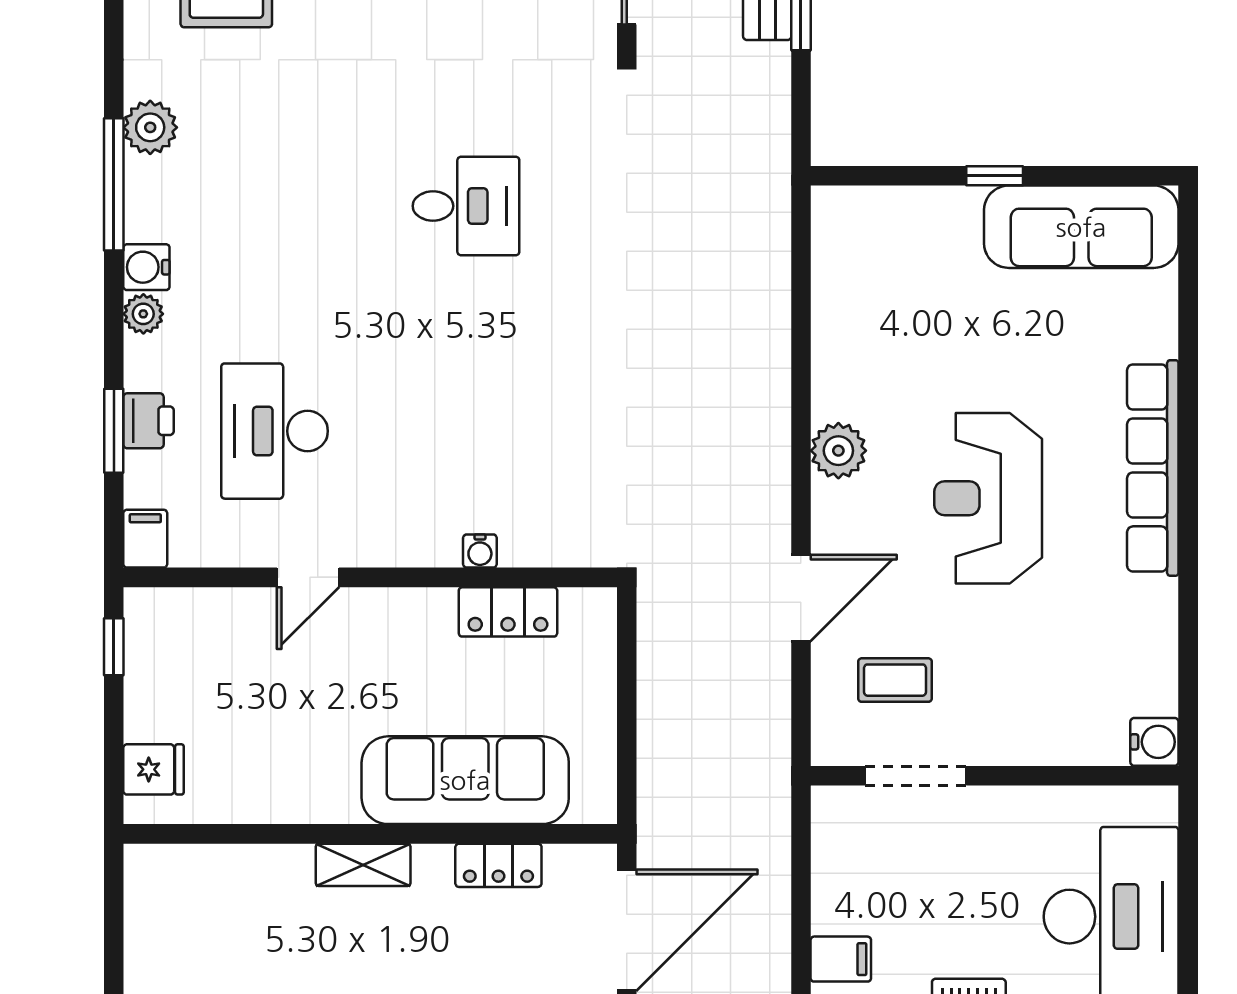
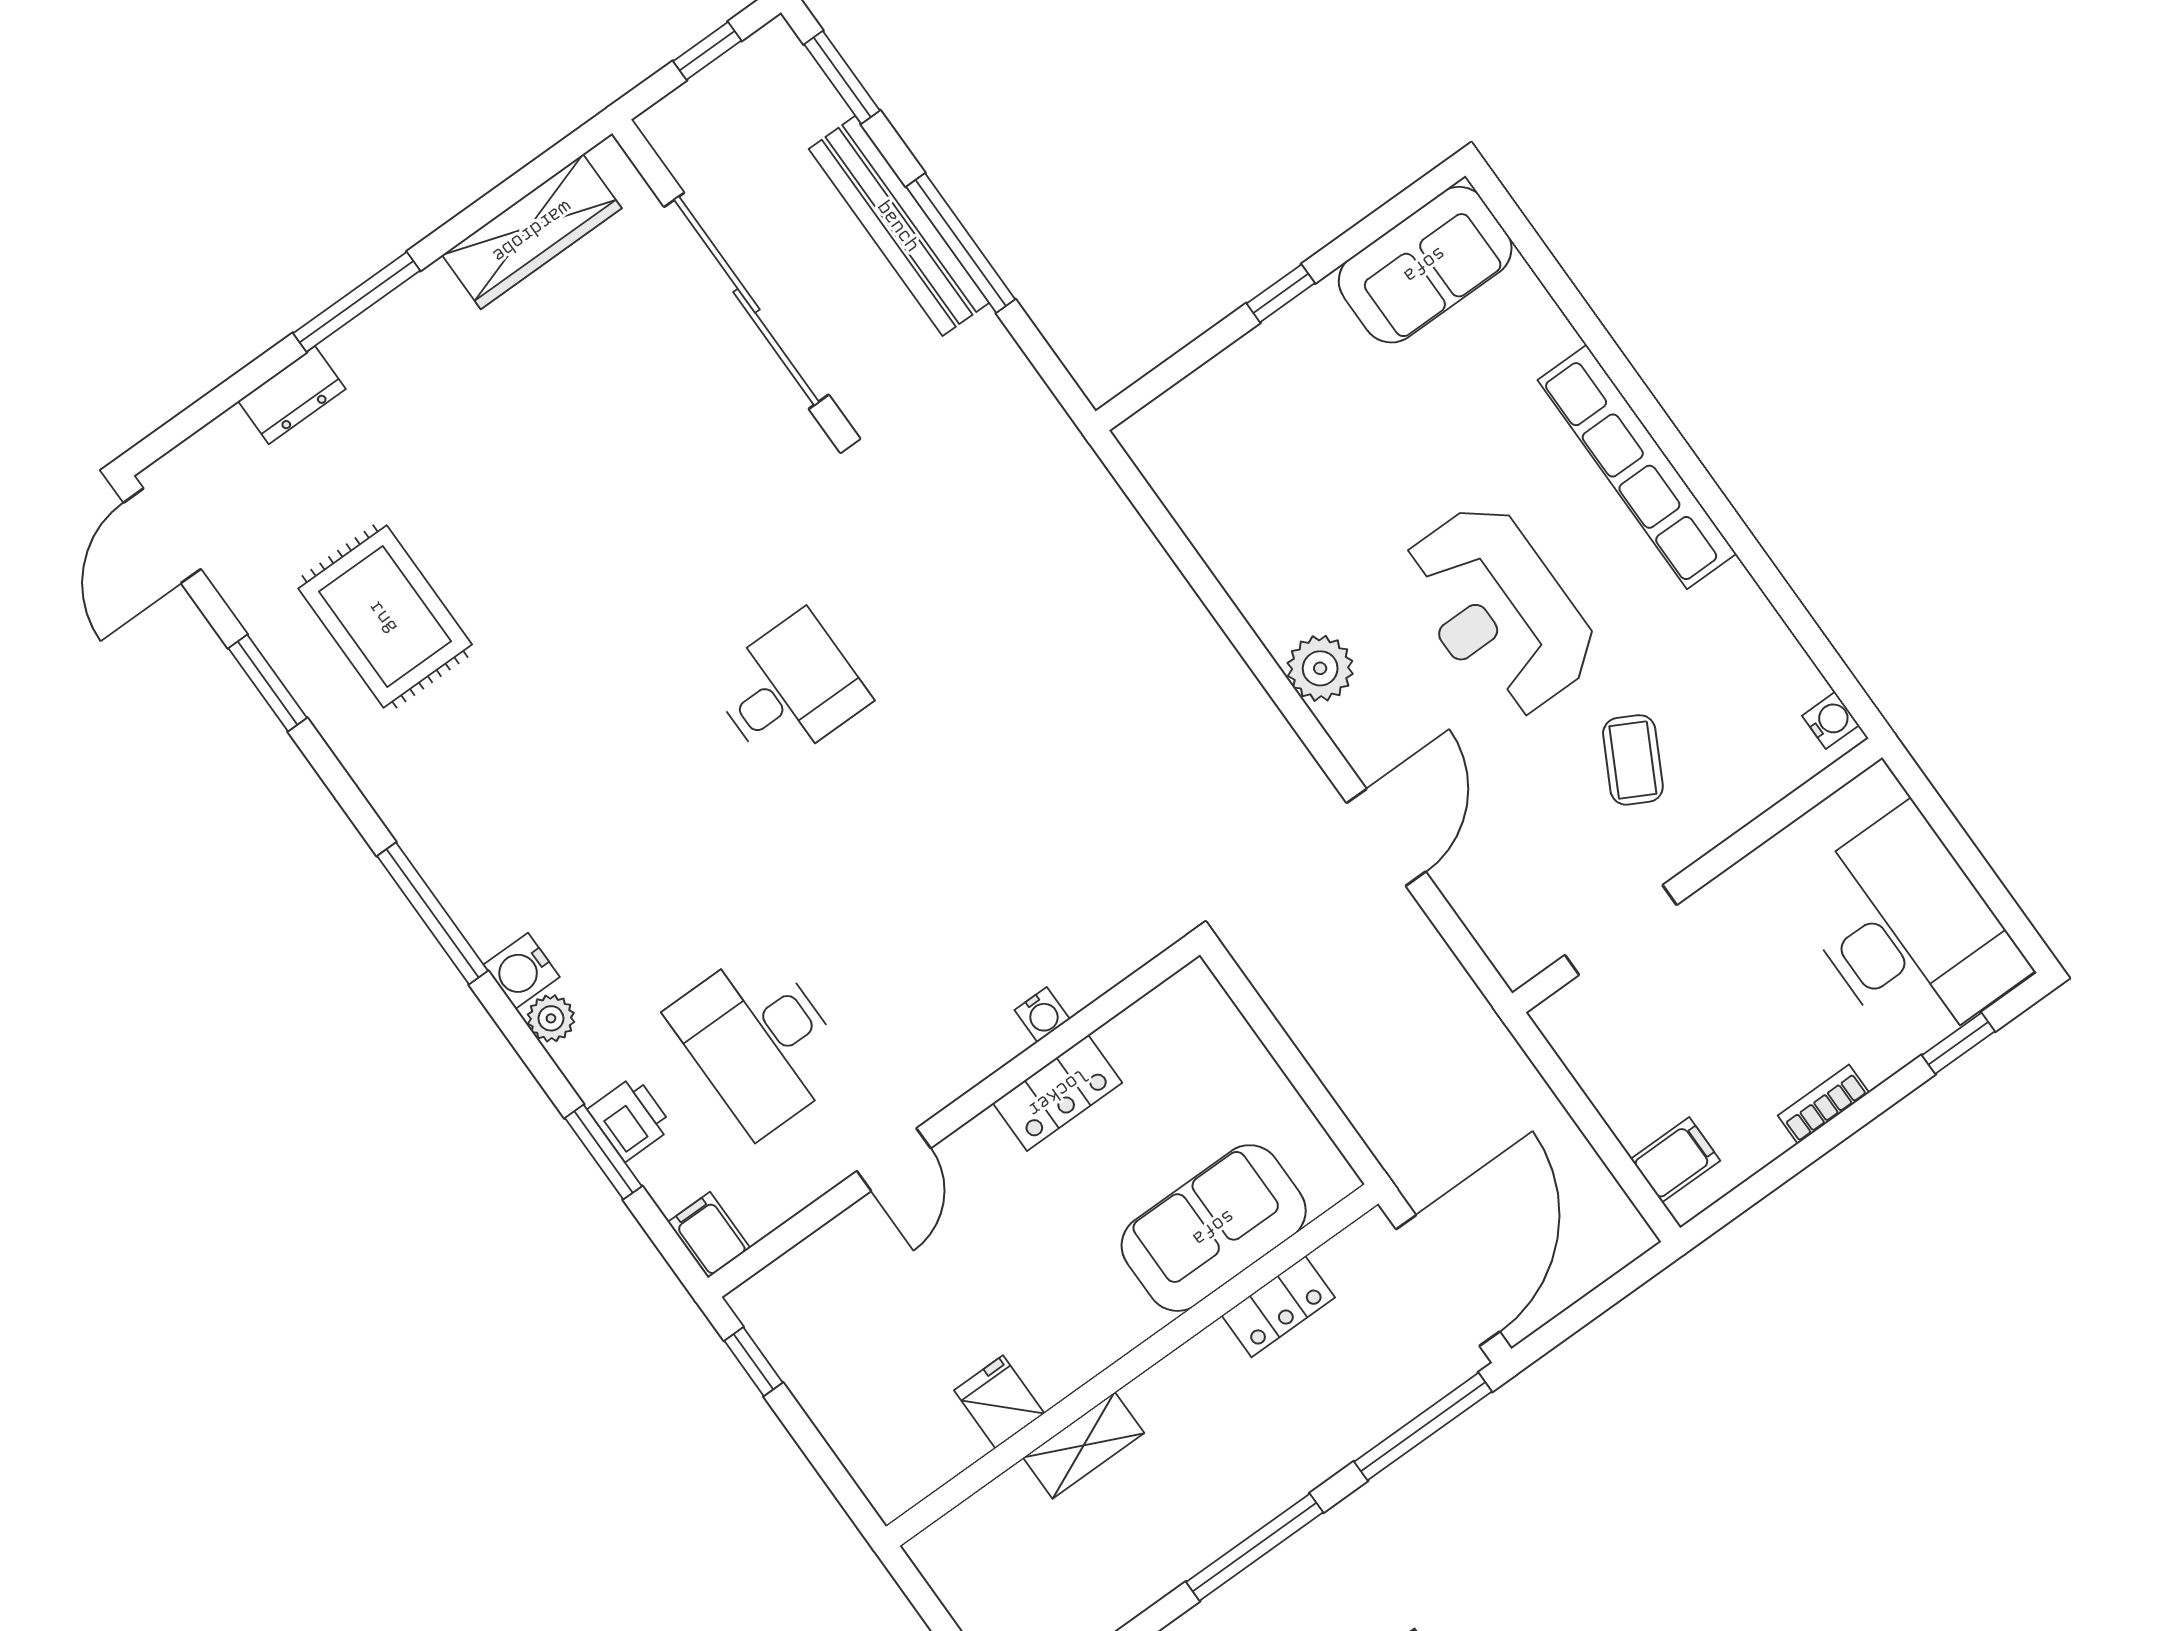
plant: (150, 127) -> (428, 833), removed
sofa: (1081, 227) -> (1425, 265), width x0.73
locker: (508, 612) -> (1058, 1093), moved
coffee table: (895, 680) -> (1633, 760), moved, turned -62
water cooler: (1154, 742) -> (1831, 720), width x0.72, depth x0.72
fridge: (154, 769) -> (999, 1402), moved, turned -90
sofa: (465, 780) -> (1214, 1228), width x0.73
shelving: (363, 865) -> (1084, 1445), moved

